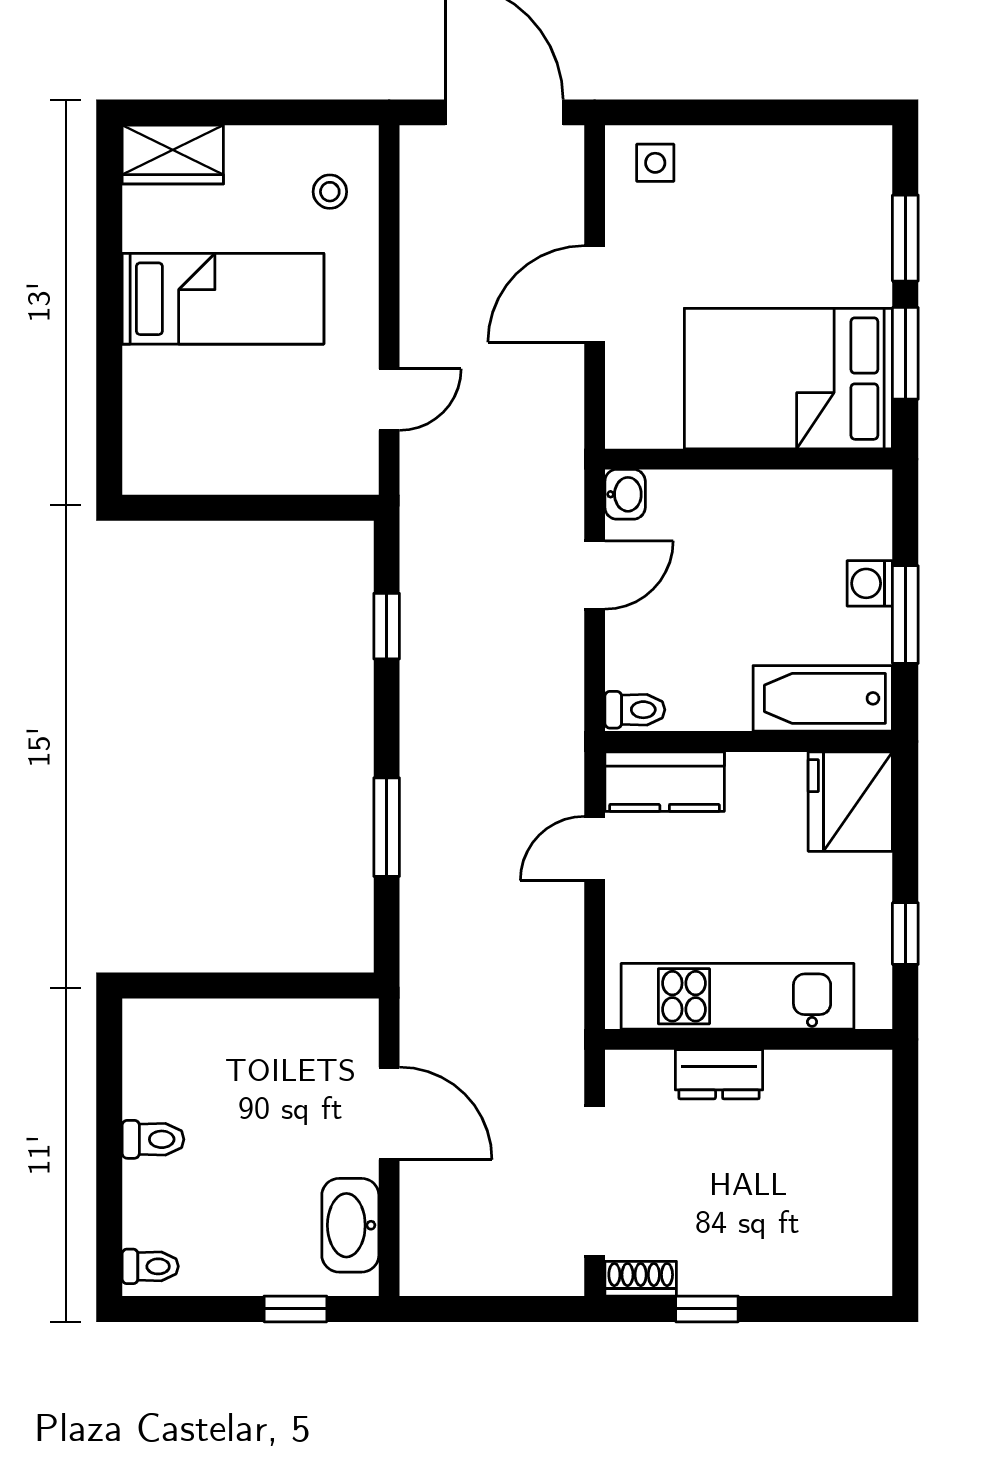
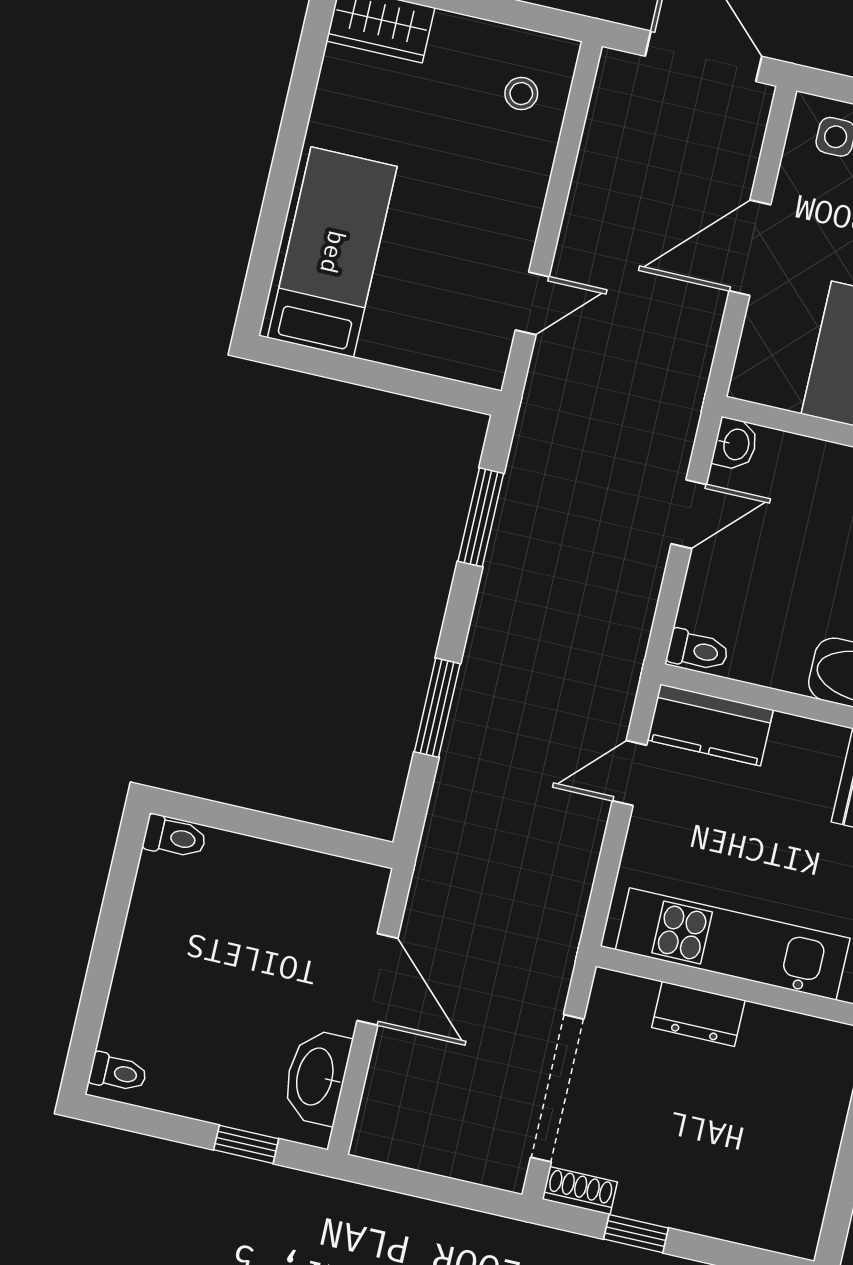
bed: (223, 299) -> (332, 252), moved, turned -90
window: (387, 626) -> (481, 517), width x1.50
toilet: (153, 1139) -> (175, 837), moved

